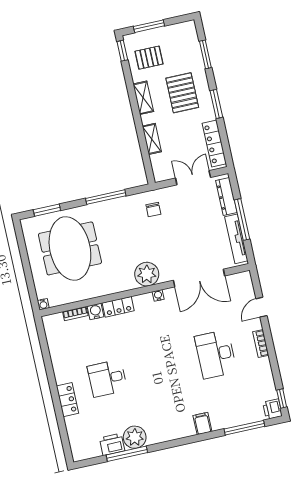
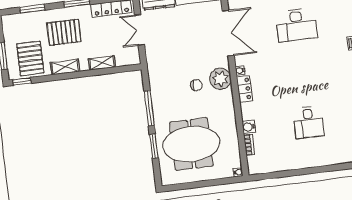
pallet: (149, 58) -> (30, 58), width x1.50, depth x1.42
window: (47, 210) -> (154, 146), moved
chair: (153, 210) -> (196, 85), moved
locker: (118, 307) -> (245, 89), moved
locker: (67, 400) -> (324, 159), removed

